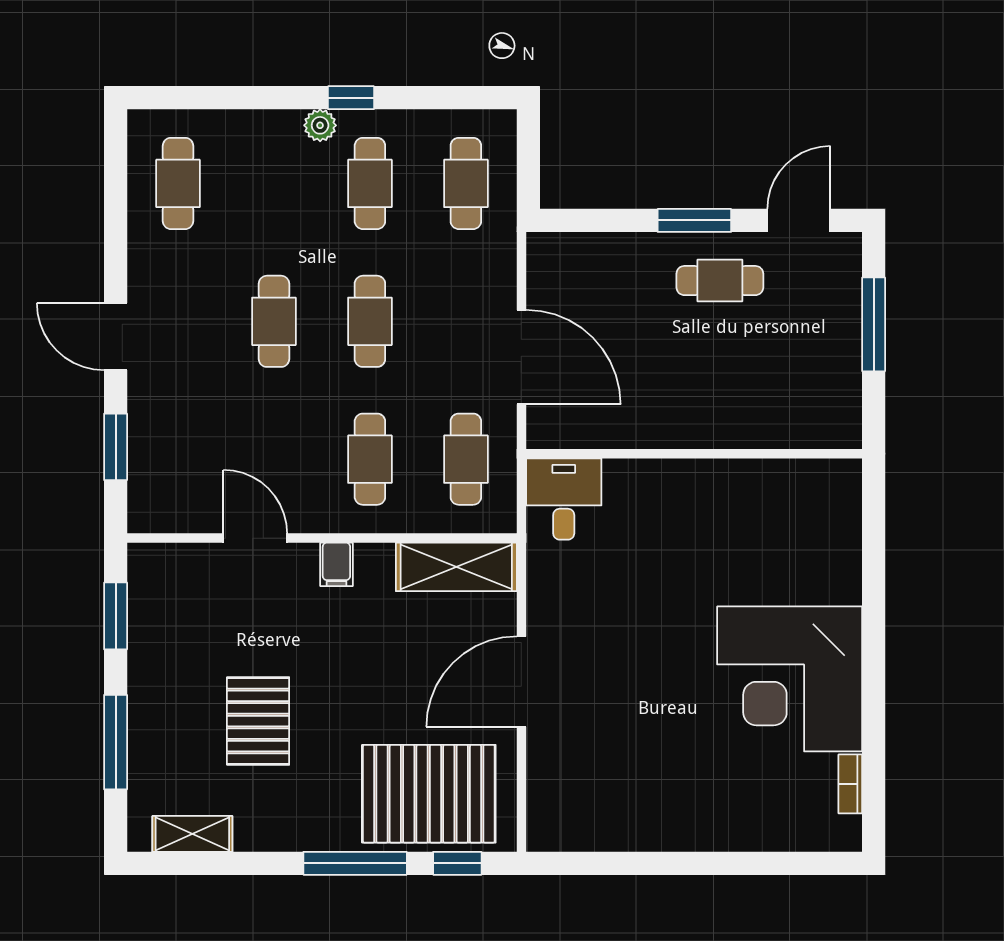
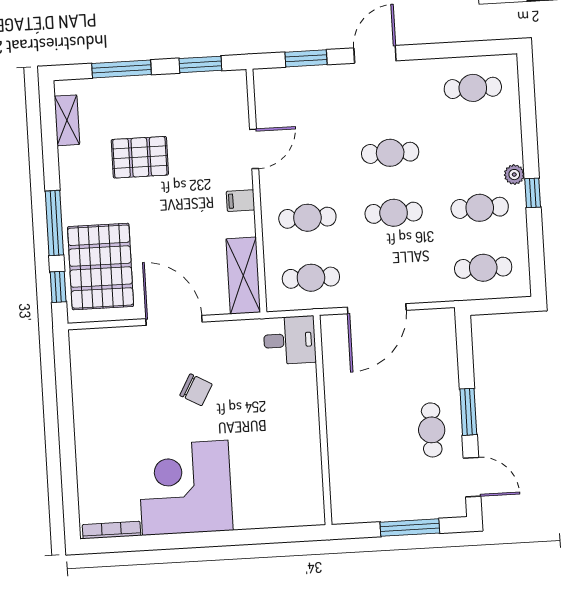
chair: (634, 653) -> (196, 390), added
bookcase: (850, 784) -> (112, 530), width x1.56

